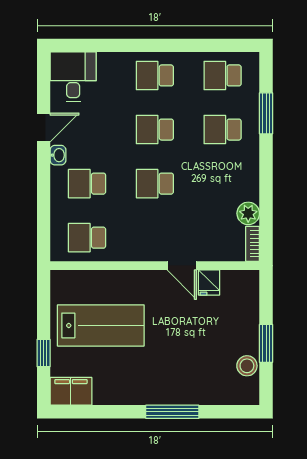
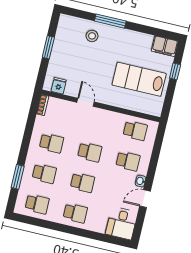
school desk: (223, 184) -> (52, 143), added
plant: (248, 213) -> (41, 123), removed
fridge: (209, 283) -> (59, 86), moved
stool: (247, 366) -> (92, 36), moved

